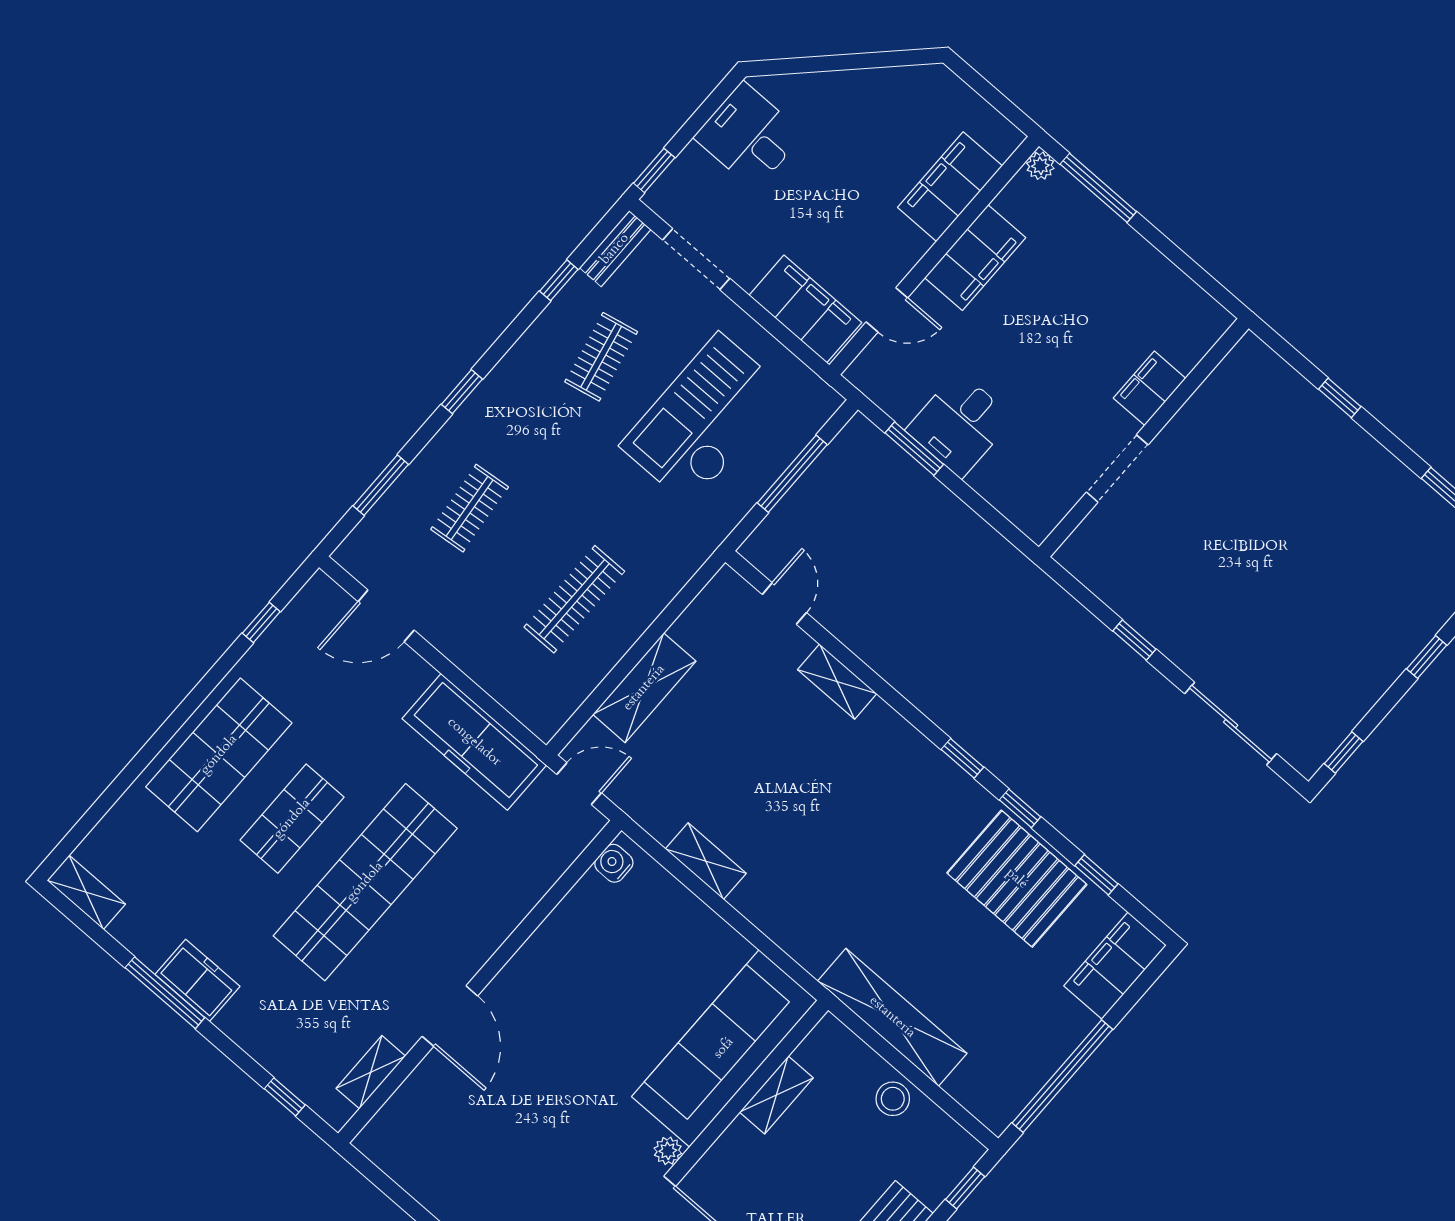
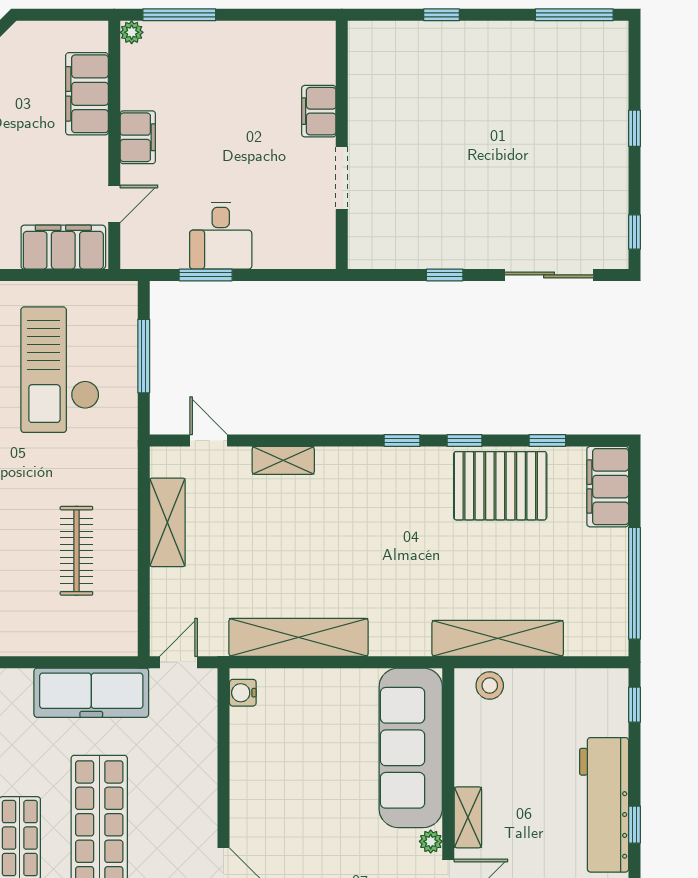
filing cabinet: (975, 258) -> (138, 137), width x0.67, depth x0.86
shelving: (644, 688) -> (167, 522), moved
shelving: (706, 861) -> (299, 637), width x2.20, depth x1.33
shelving: (776, 1095) -> (468, 817), moved
stool: (893, 1099) -> (490, 685), moved

